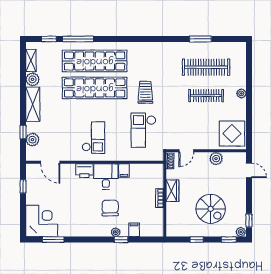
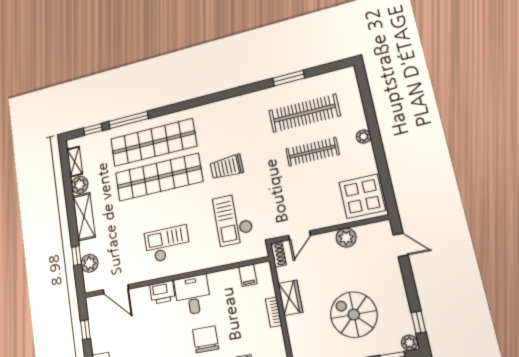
trolley: (145, 92) -> (227, 167), turned -92
checkout: (93, 138) -> (167, 244), turned -90
filing cabinet: (124, 171) -> (248, 275), moved
spiral stairs: (211, 209) -> (354, 315), turned 180

